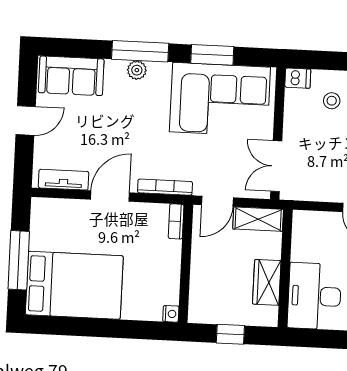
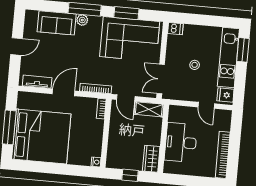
sofa: (71, 76) -> (57, 23), moved
stool: (332, 101) -> (195, 65), moved
door: (217, 201) -> (126, 98), hinge flipped
wardrobe: (267, 282) -> (151, 159), moved
bed: (74, 285) -> (41, 136), width x1.36
desk: (314, 296) -> (181, 142), moved

